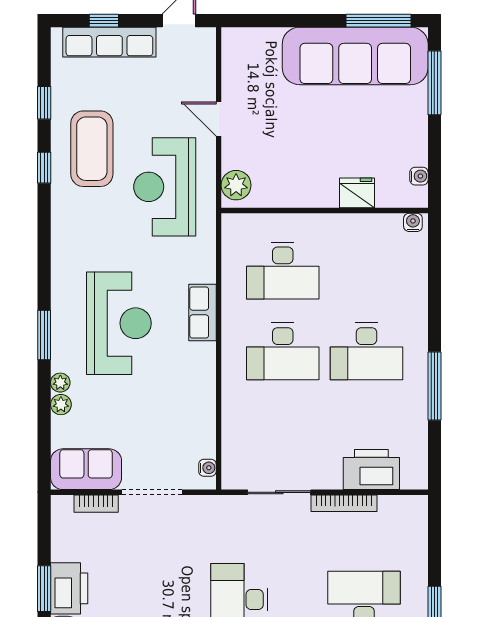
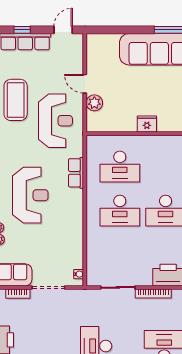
plant: (236, 185) -> (94, 103), moved
reception desk: (165, 187) -> (55, 121), turned 180
fridge: (357, 193) -> (147, 124), moved
row of seats: (202, 312) -> (76, 173), moved

